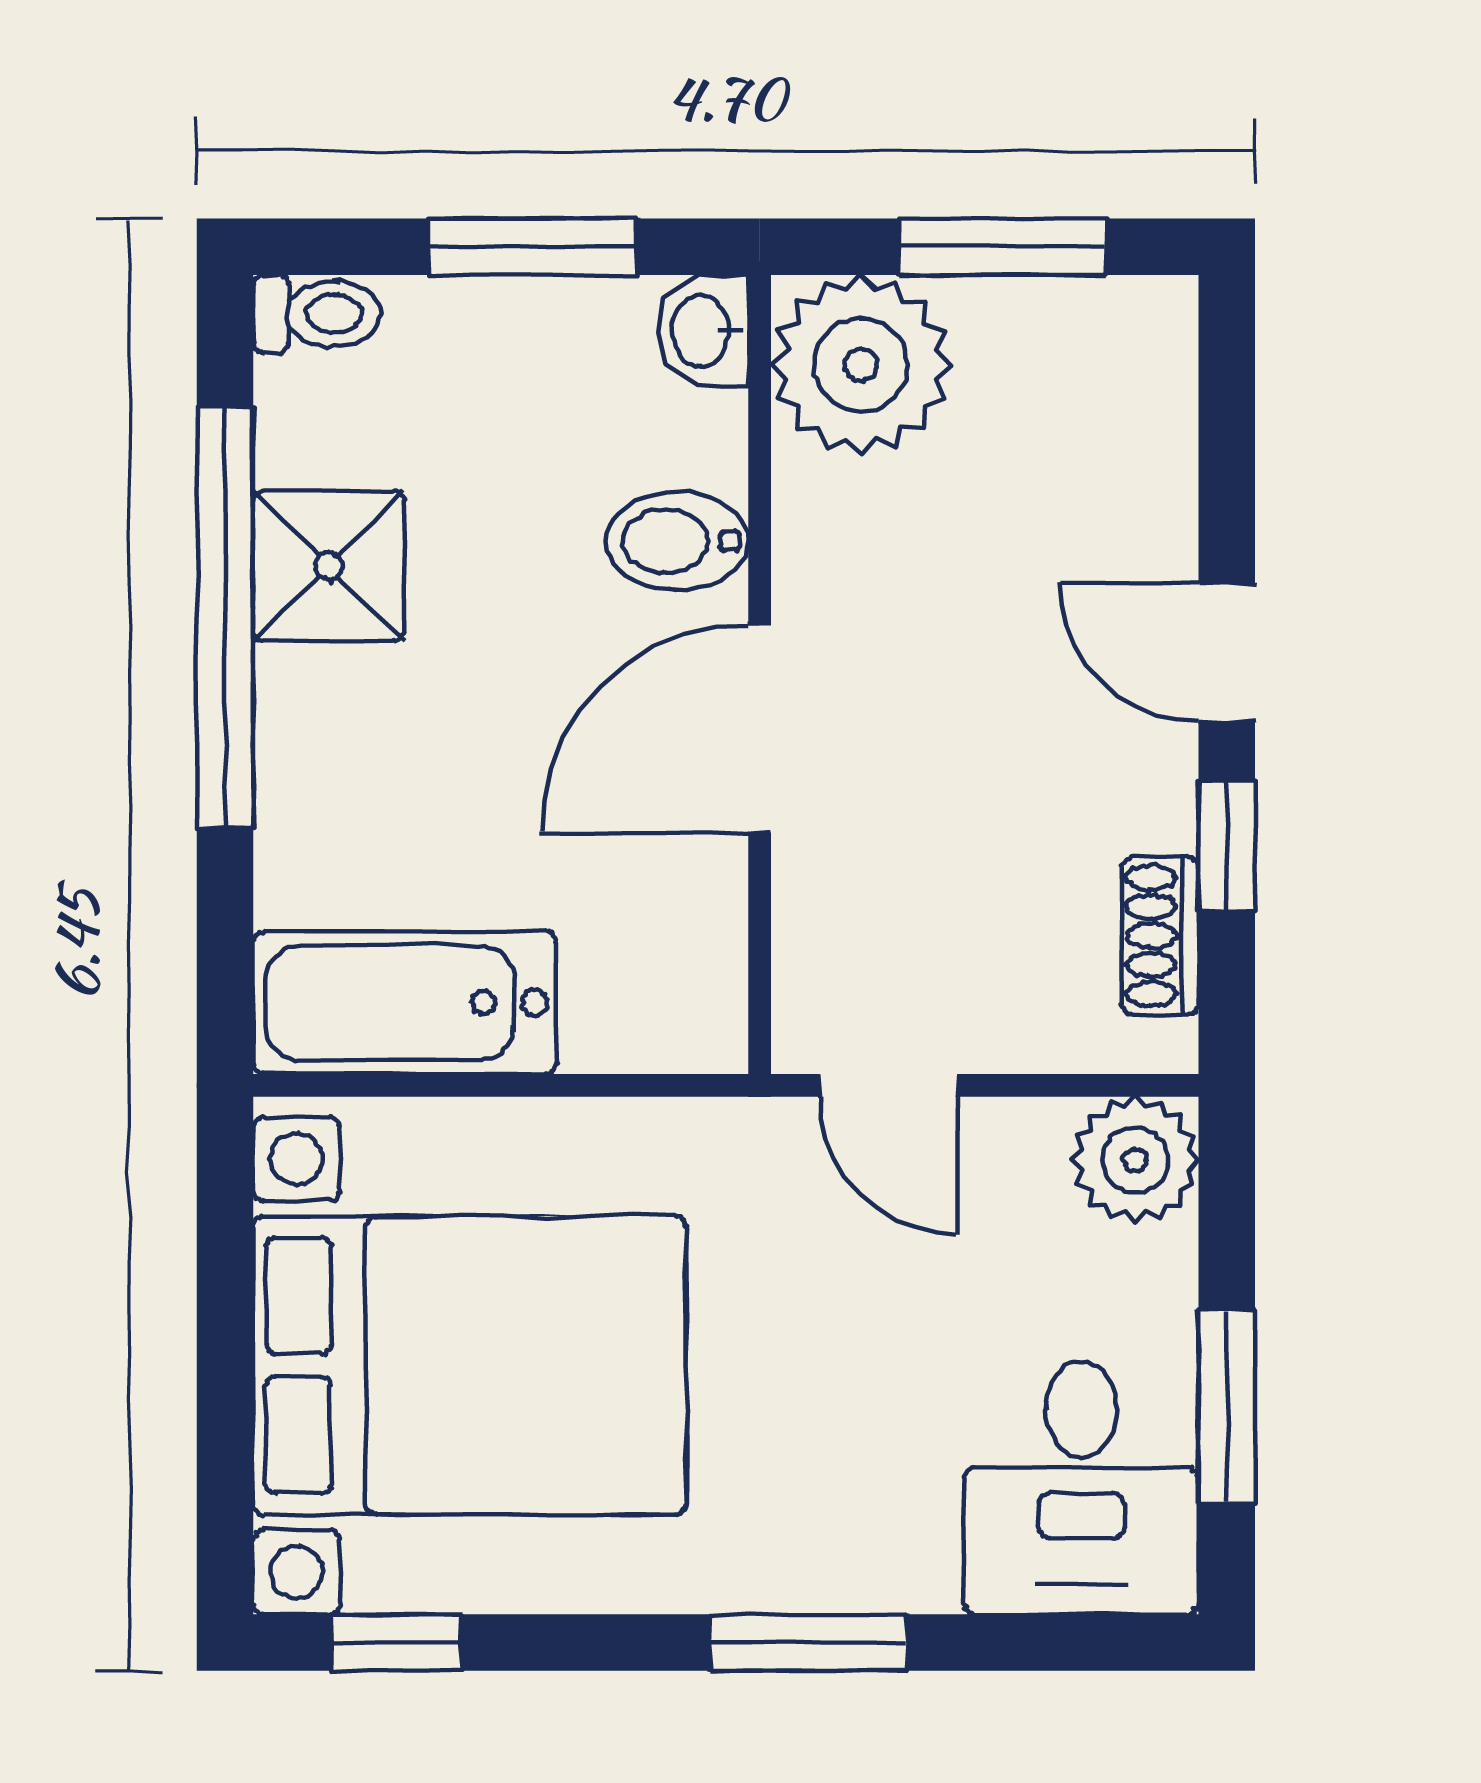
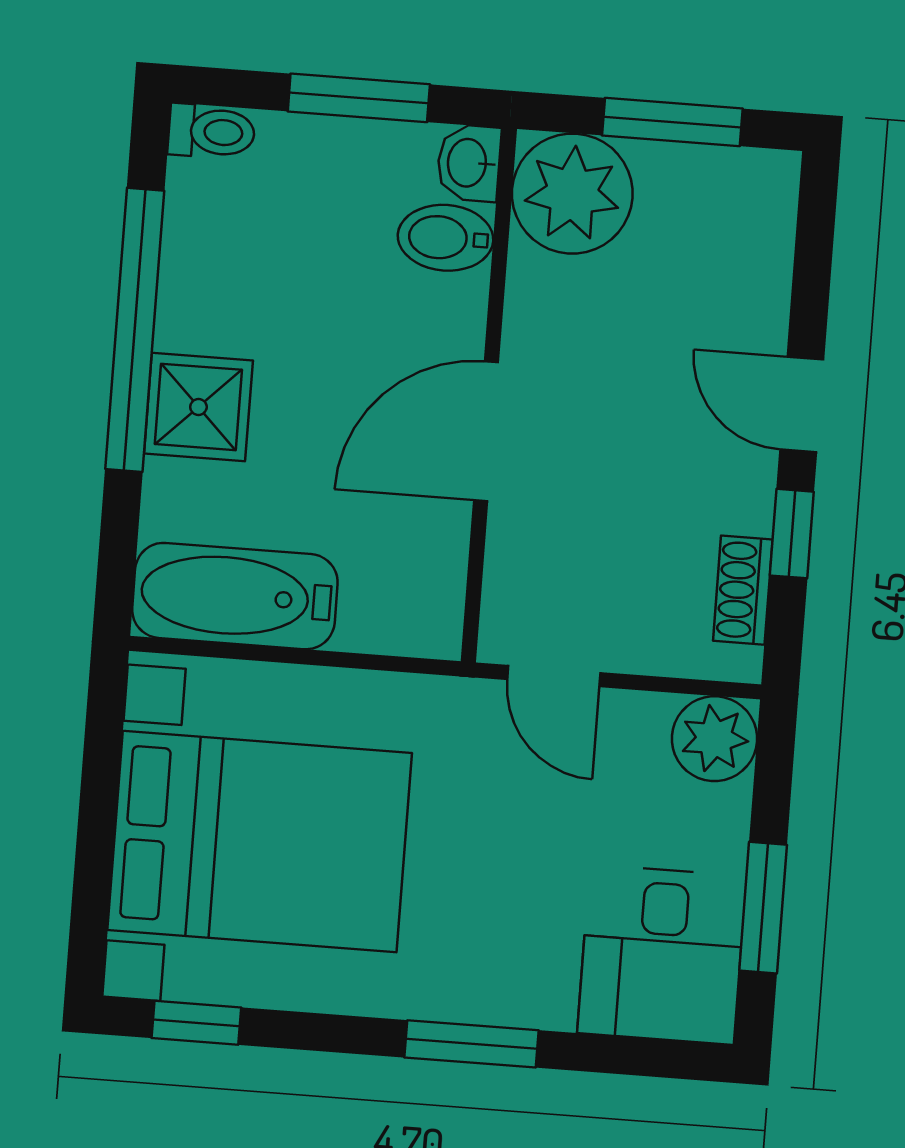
bidet: (677, 541) -> (446, 238), moved
shower: (329, 566) -> (198, 407), moved

